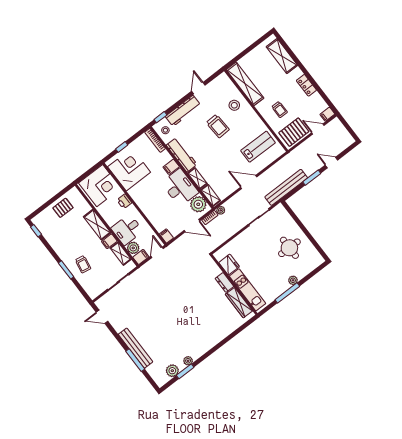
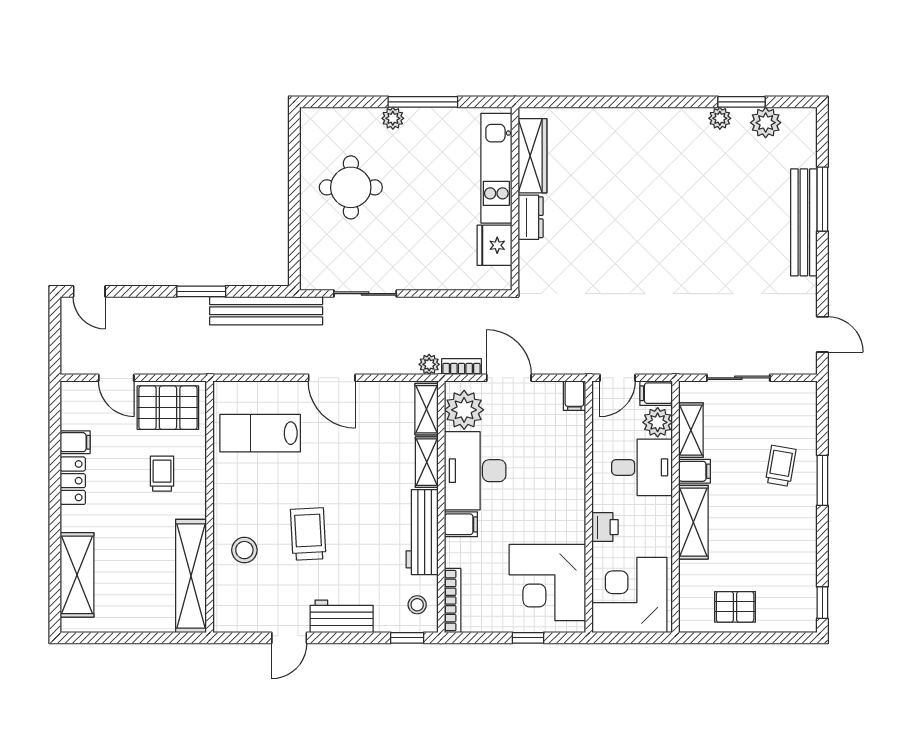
workbench: (183, 111) -> (342, 616), width x0.73
filing cabinet: (327, 114) -> (75, 442), moved
door: (331, 163) -> (89, 291), moved

